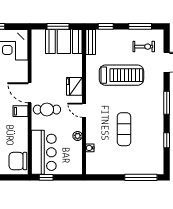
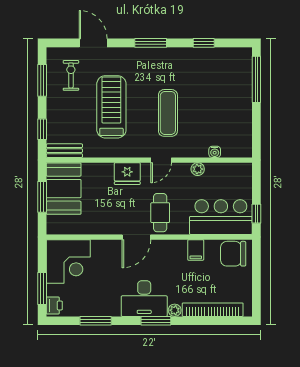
filing cabinet: (21, 111) -> (196, 250), moved
exercise mat: (124, 129) -> (168, 113), moved, turned 90
chair: (18, 161) -> (233, 254), turned 90

